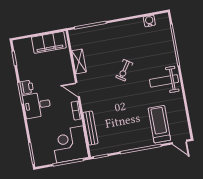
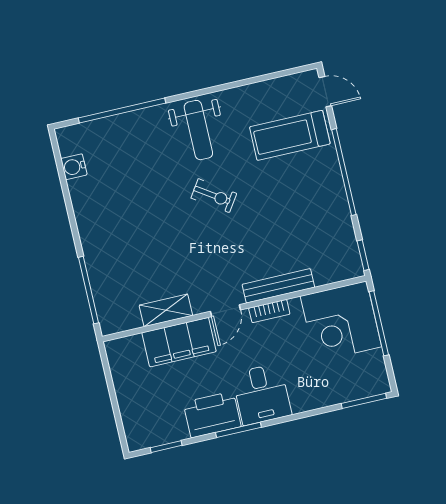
filing cabinet: (49, 42) -> (179, 342), moved, turned 90
exercise bike: (124, 70) -> (214, 196), moved
printer: (27, 87) -> (212, 414), width x1.87, depth x1.48
bench: (90, 128) -> (278, 286), moved
door: (179, 142) -> (325, 92), hinge flipped

